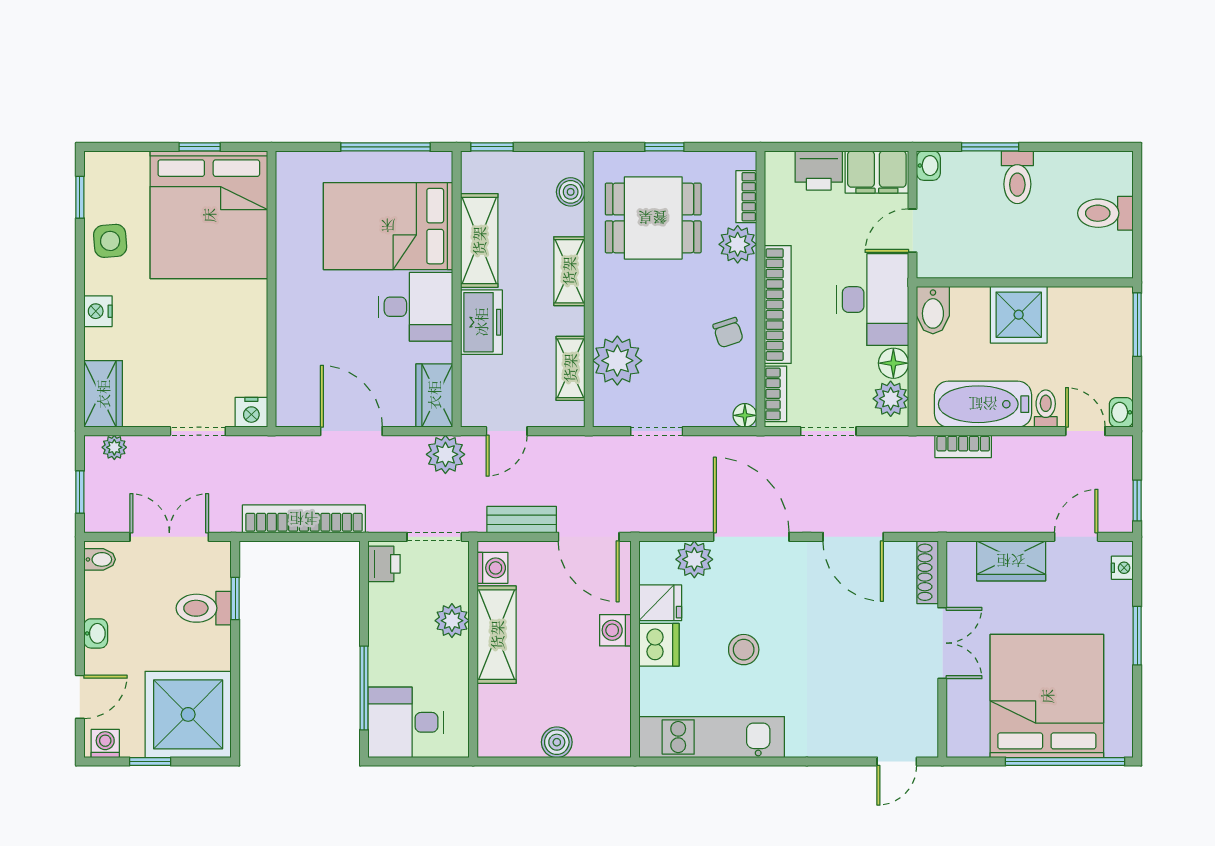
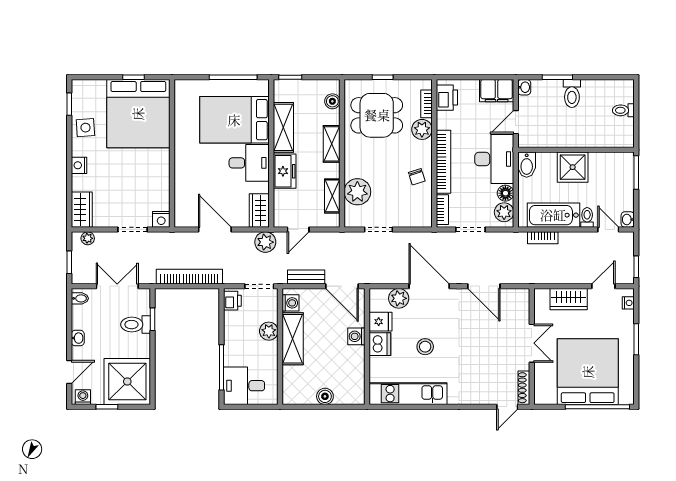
printer: (819, 170) -> (447, 98), moved, turned -90
toilet: (1105, 213) -> (623, 110), width x0.73, depth x0.72
floor lamp: (745, 415) -> (426, 221), removed
shoe rack: (928, 572) -> (524, 388), moved

